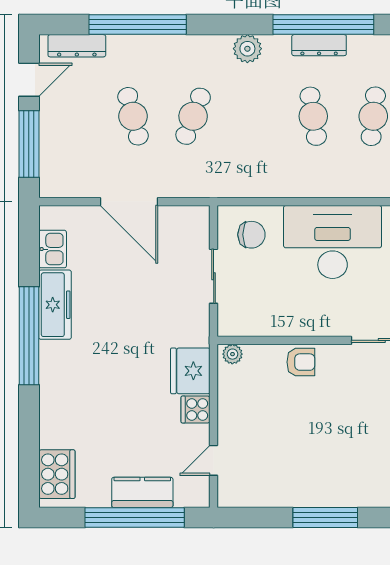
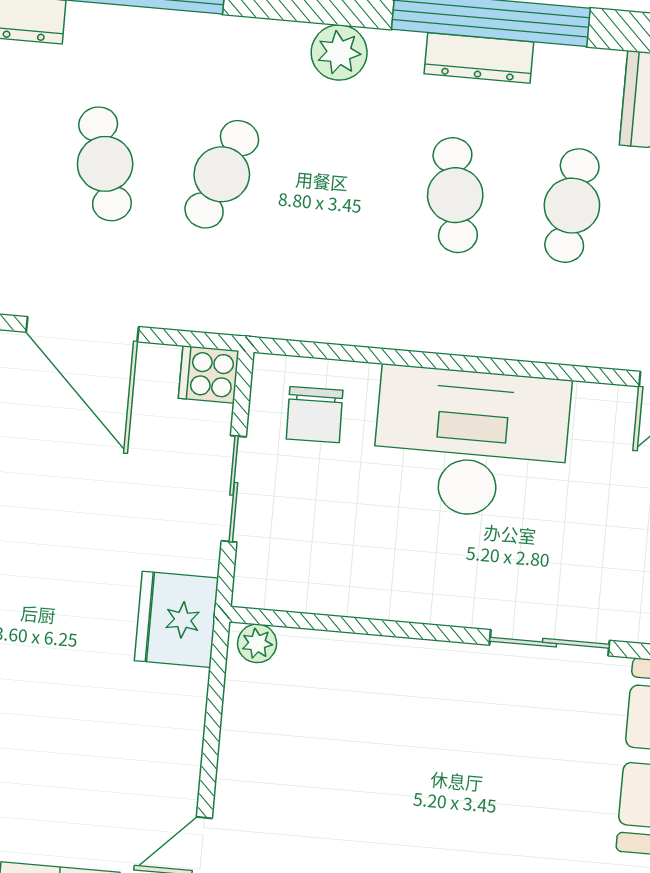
chair: (251, 235) -> (315, 415), turned 89
armchair: (301, 362) -> (389, 671), removed
fridge: (190, 371) -> (176, 619), moved
cooker: (195, 410) -> (209, 374), moved

